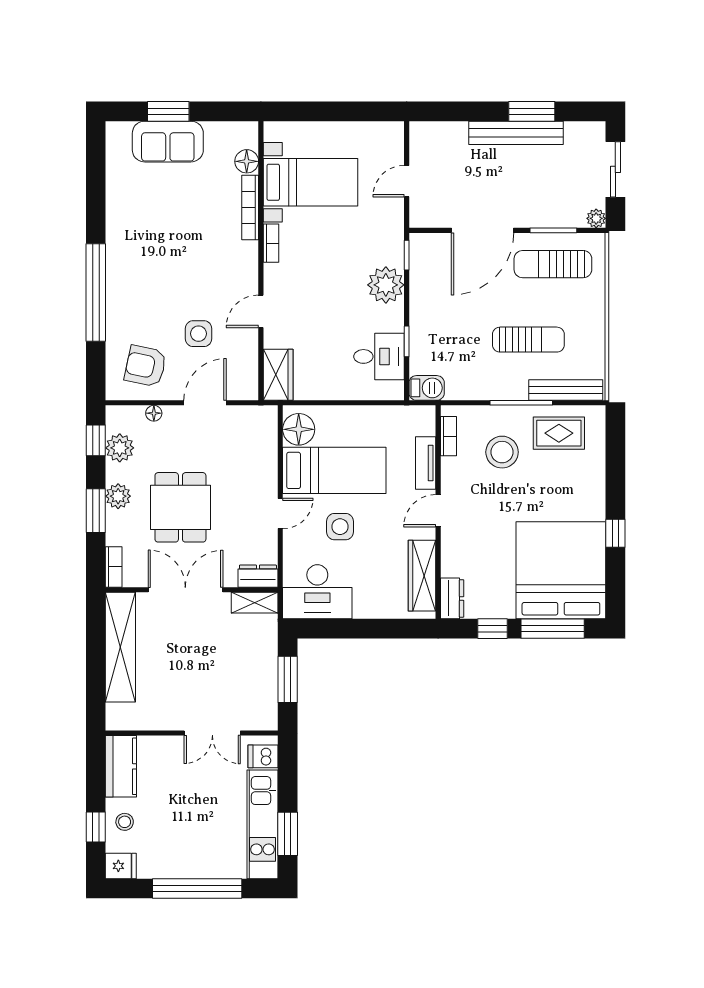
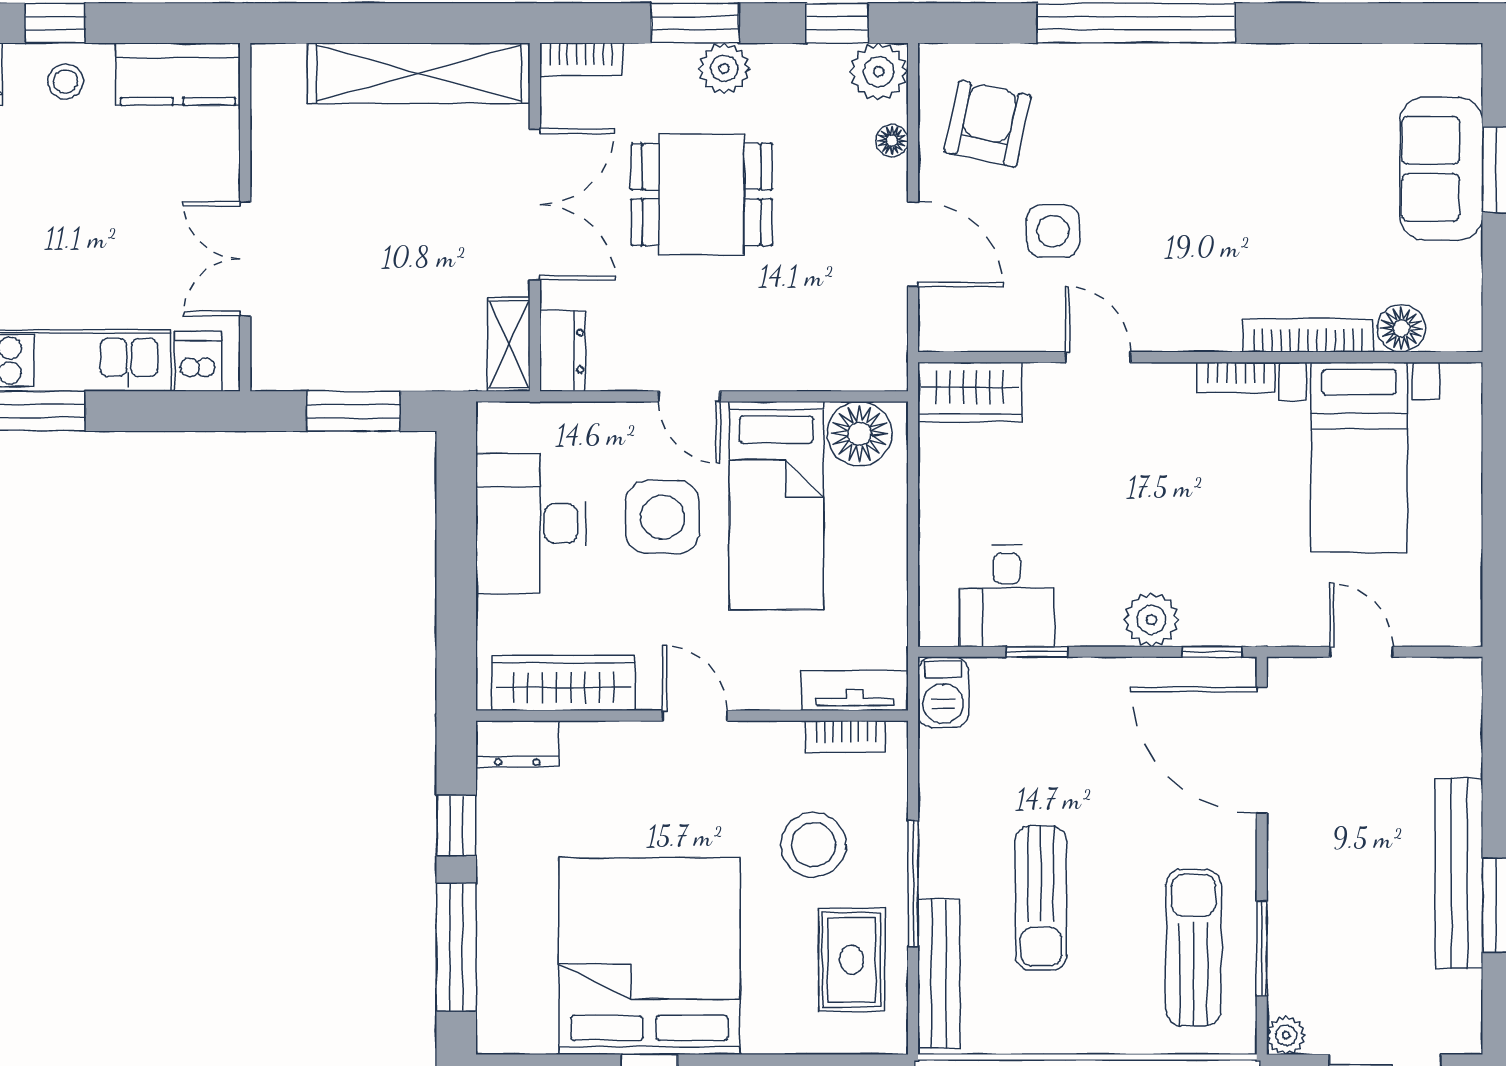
door: (482, 230) -> (1262, 750), moved
plant: (386, 285) -> (1151, 620), width x0.73, depth x0.73
plant: (120, 448) -> (879, 72), moved
tv unit: (426, 463) -> (855, 690), moved
side table: (340, 527) -> (663, 517), width x1.37, depth x1.37
bed: (561, 570) -> (649, 956), moved, turned -90
desk: (317, 592) -> (531, 523), moved

